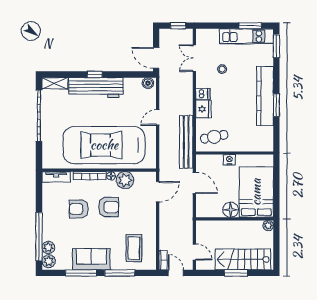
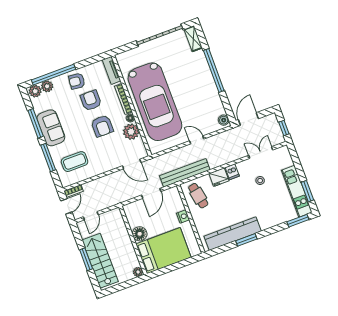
window: (95, 75) -> (214, 70), width x3.17
workbench: (96, 87) -> (203, 76), removed
kitchen counter: (265, 96) -> (233, 234), moved
car: (104, 145) -> (155, 102), turned 180
armchair: (54, 216) -> (77, 81), added

